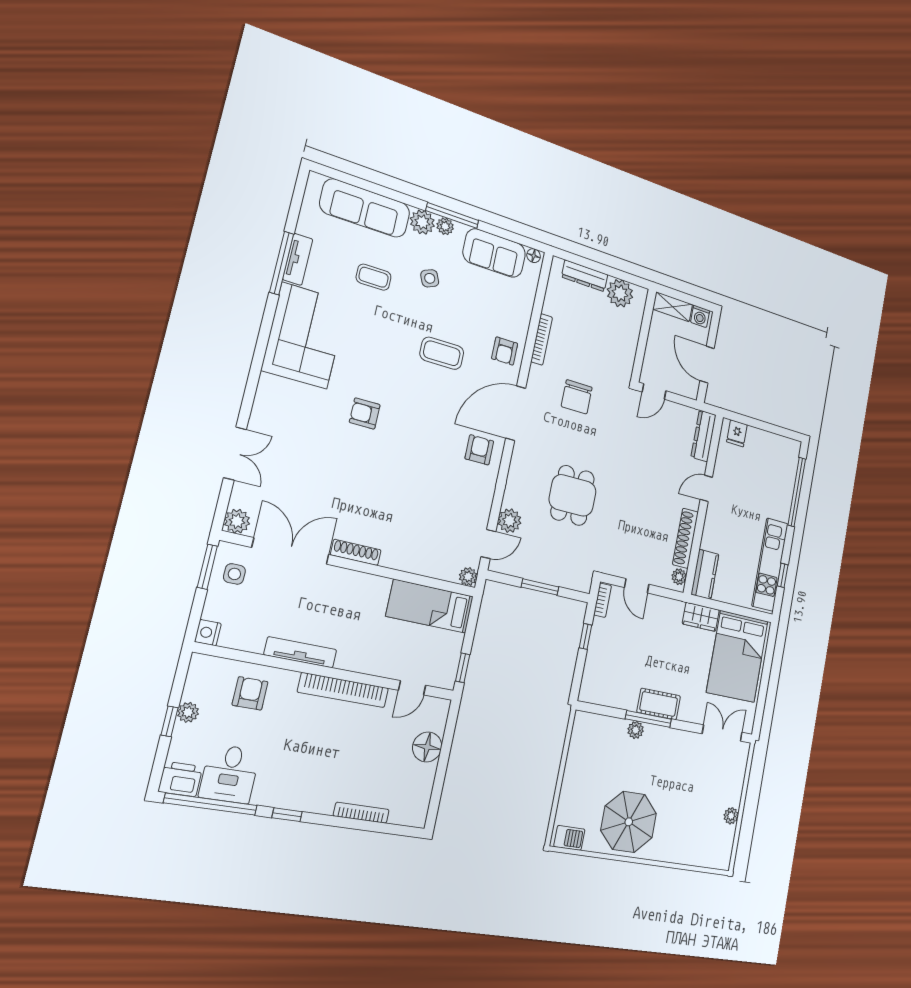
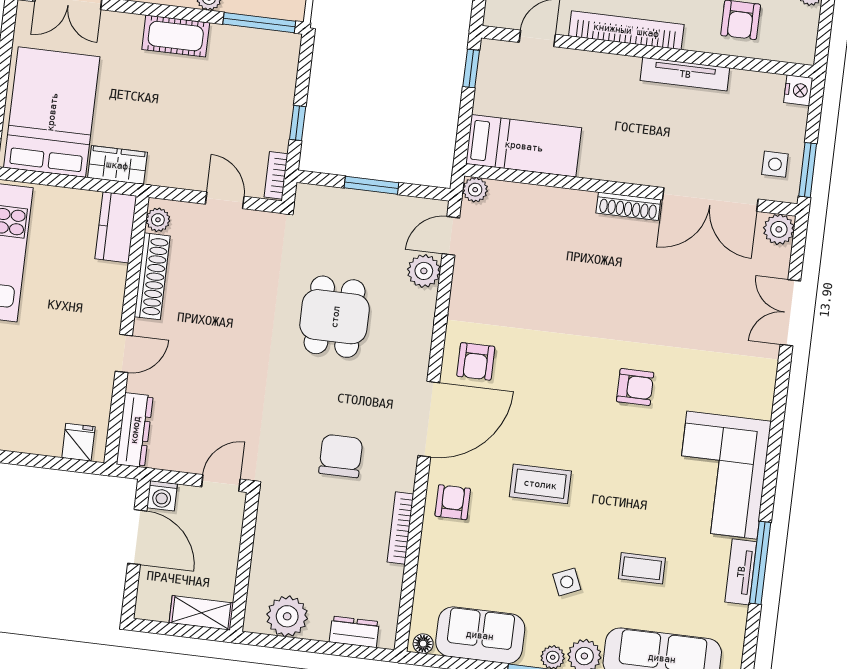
dresser: (585, 276) -> (354, 632), width x0.70
washing machine: (700, 316) -> (162, 496), moved, turned 180
window: (648, 719) -> (259, 23), moved

